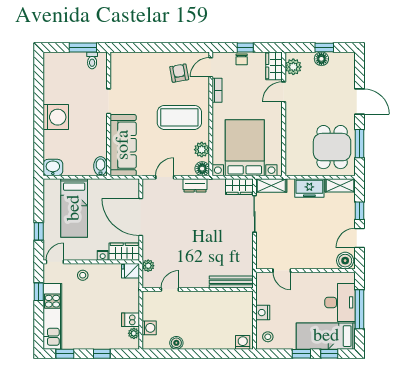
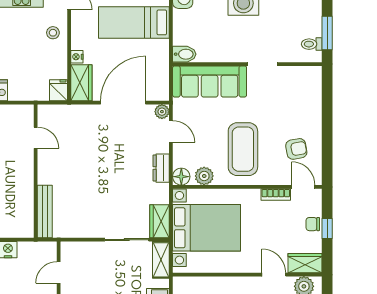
plant: (148, 266) -> (162, 112), moved

